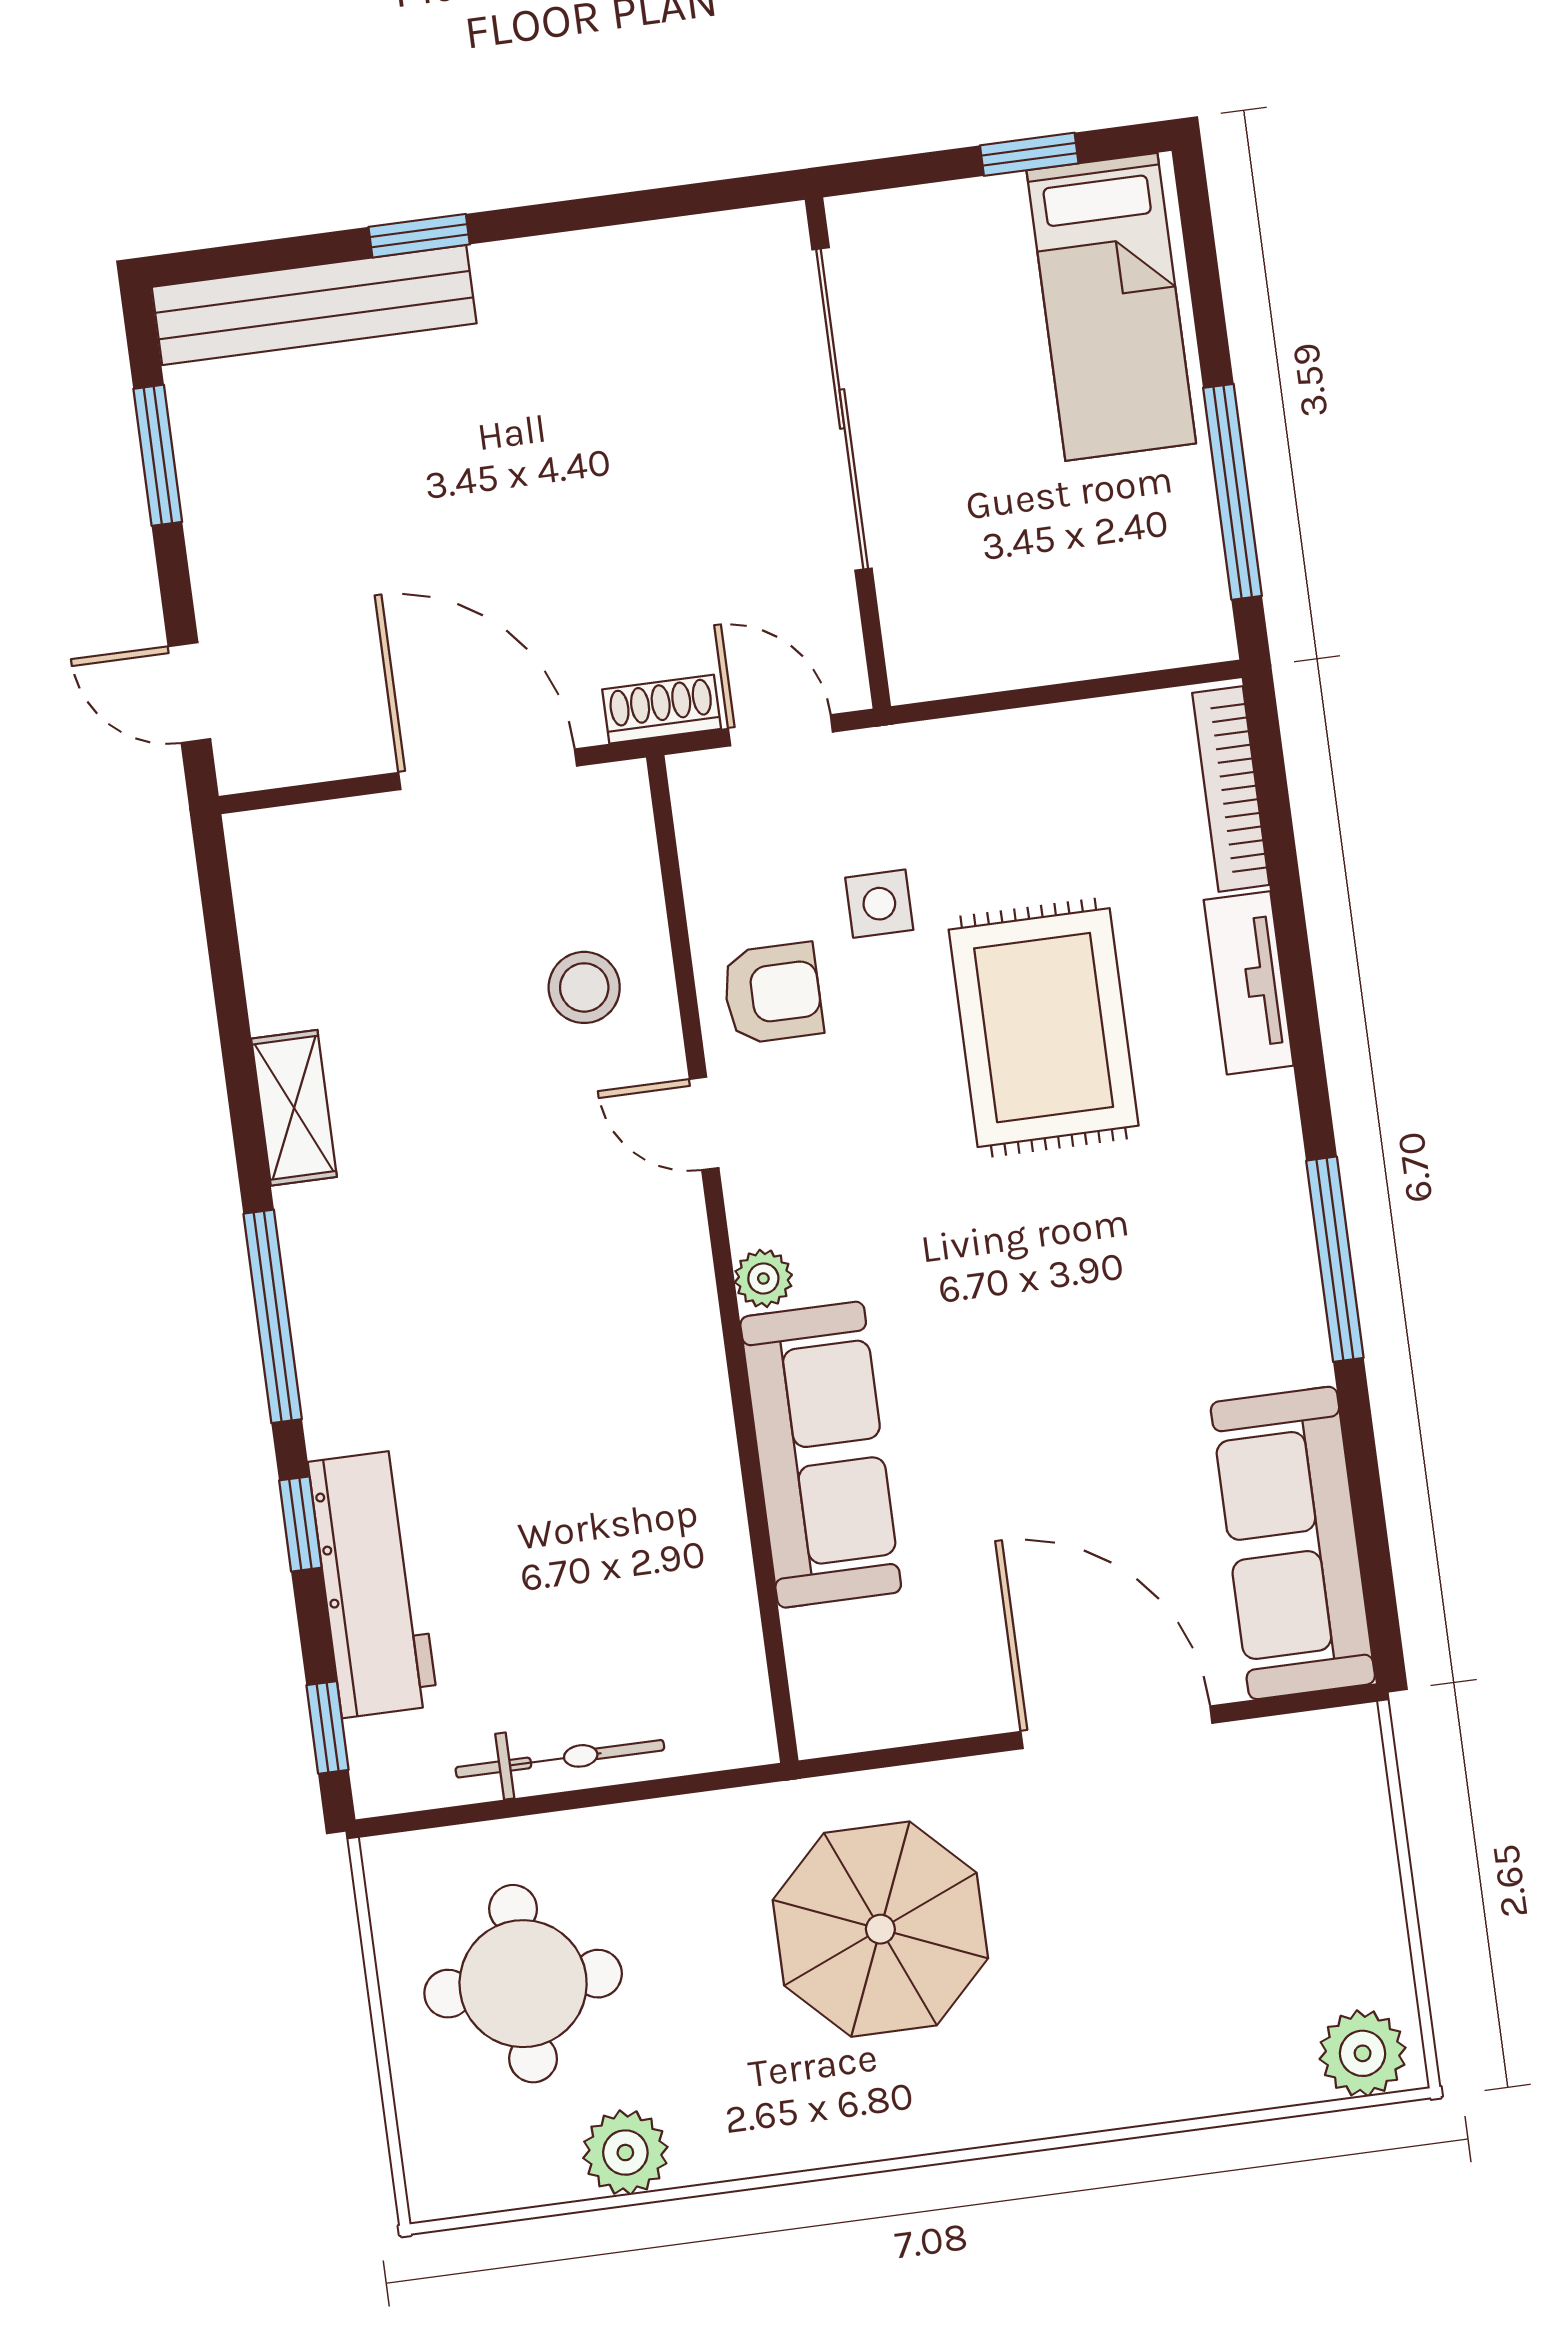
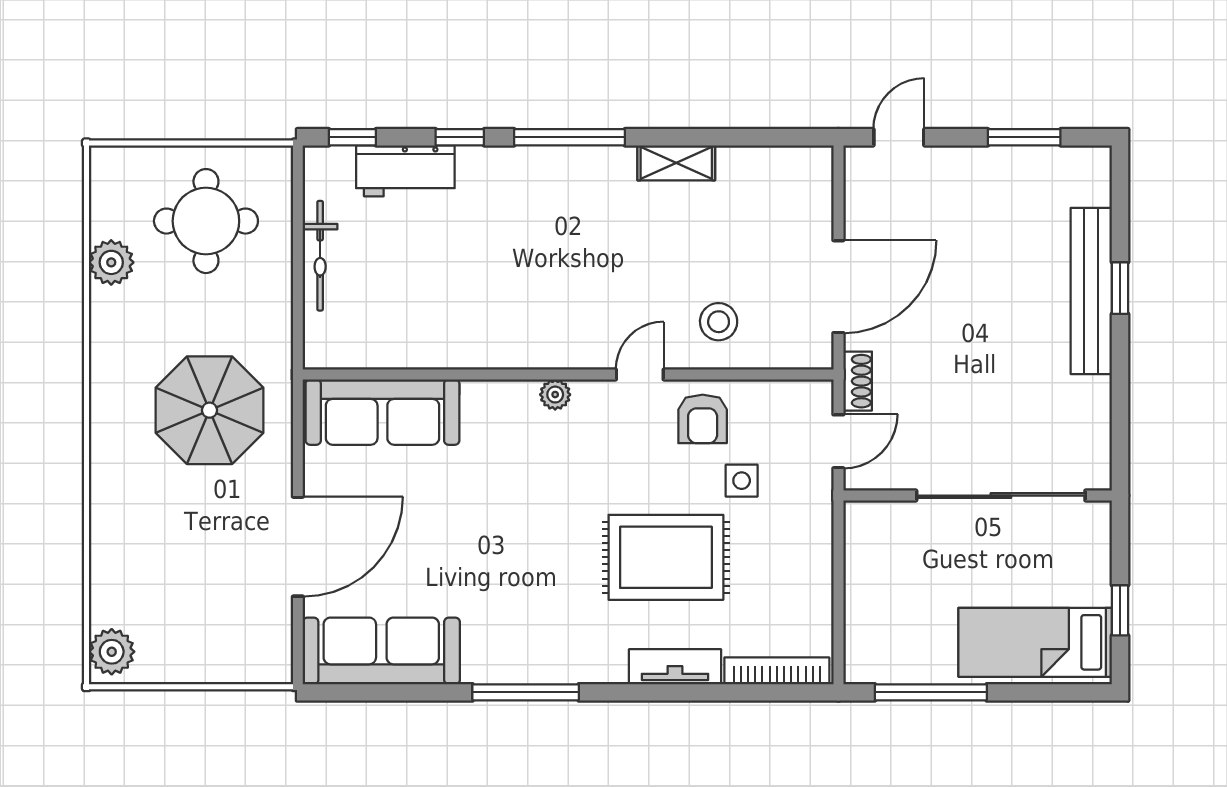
bench: (314, 305) -> (1091, 291), moved
sofa: (821, 1455) -> (382, 412), moved
workbench: (373, 1584) -> (405, 171), width x0.73

